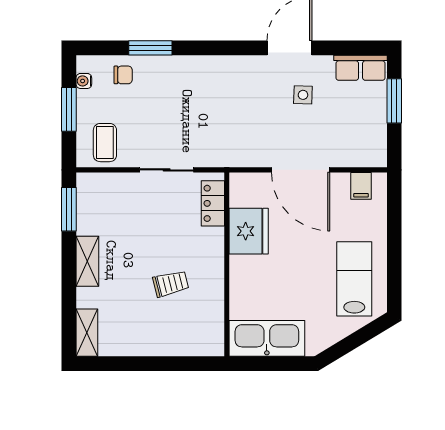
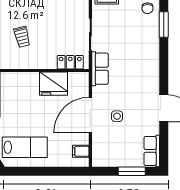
side table: (303, 95) -> (117, 116), moved
row of seats: (224, 154) -> (100, 69), added

